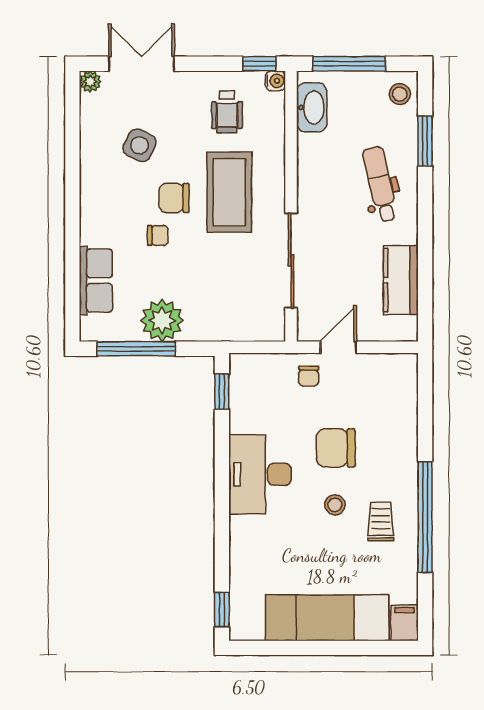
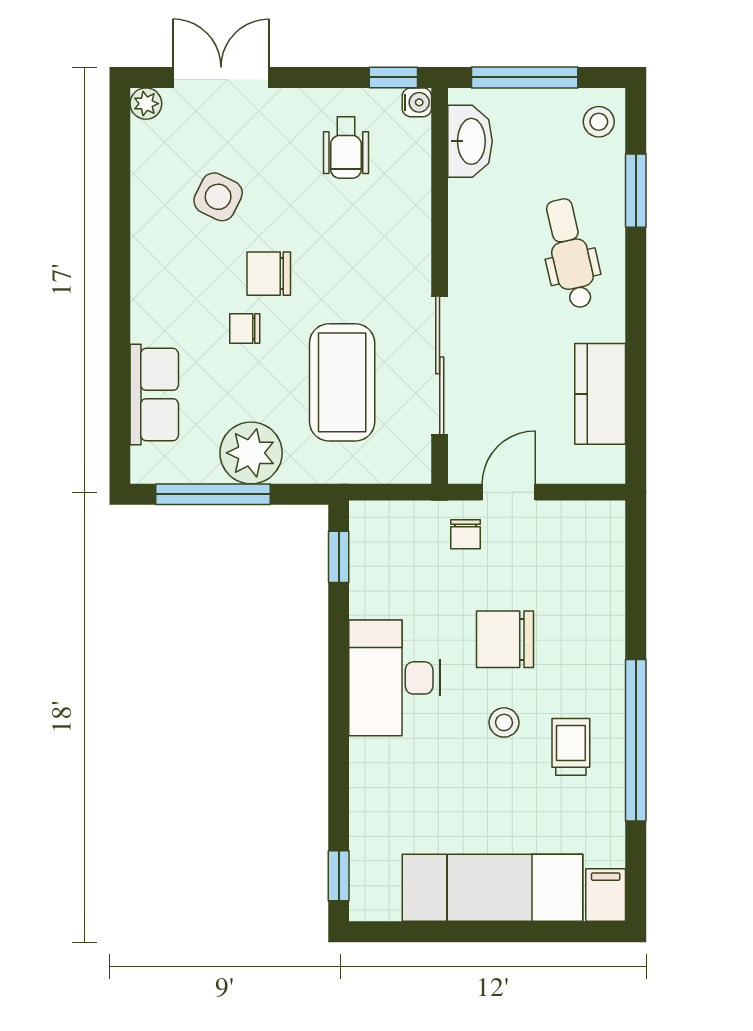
coffee table: (229, 192) -> (342, 382), moved
chair: (158, 235) -> (245, 329), turned 180

